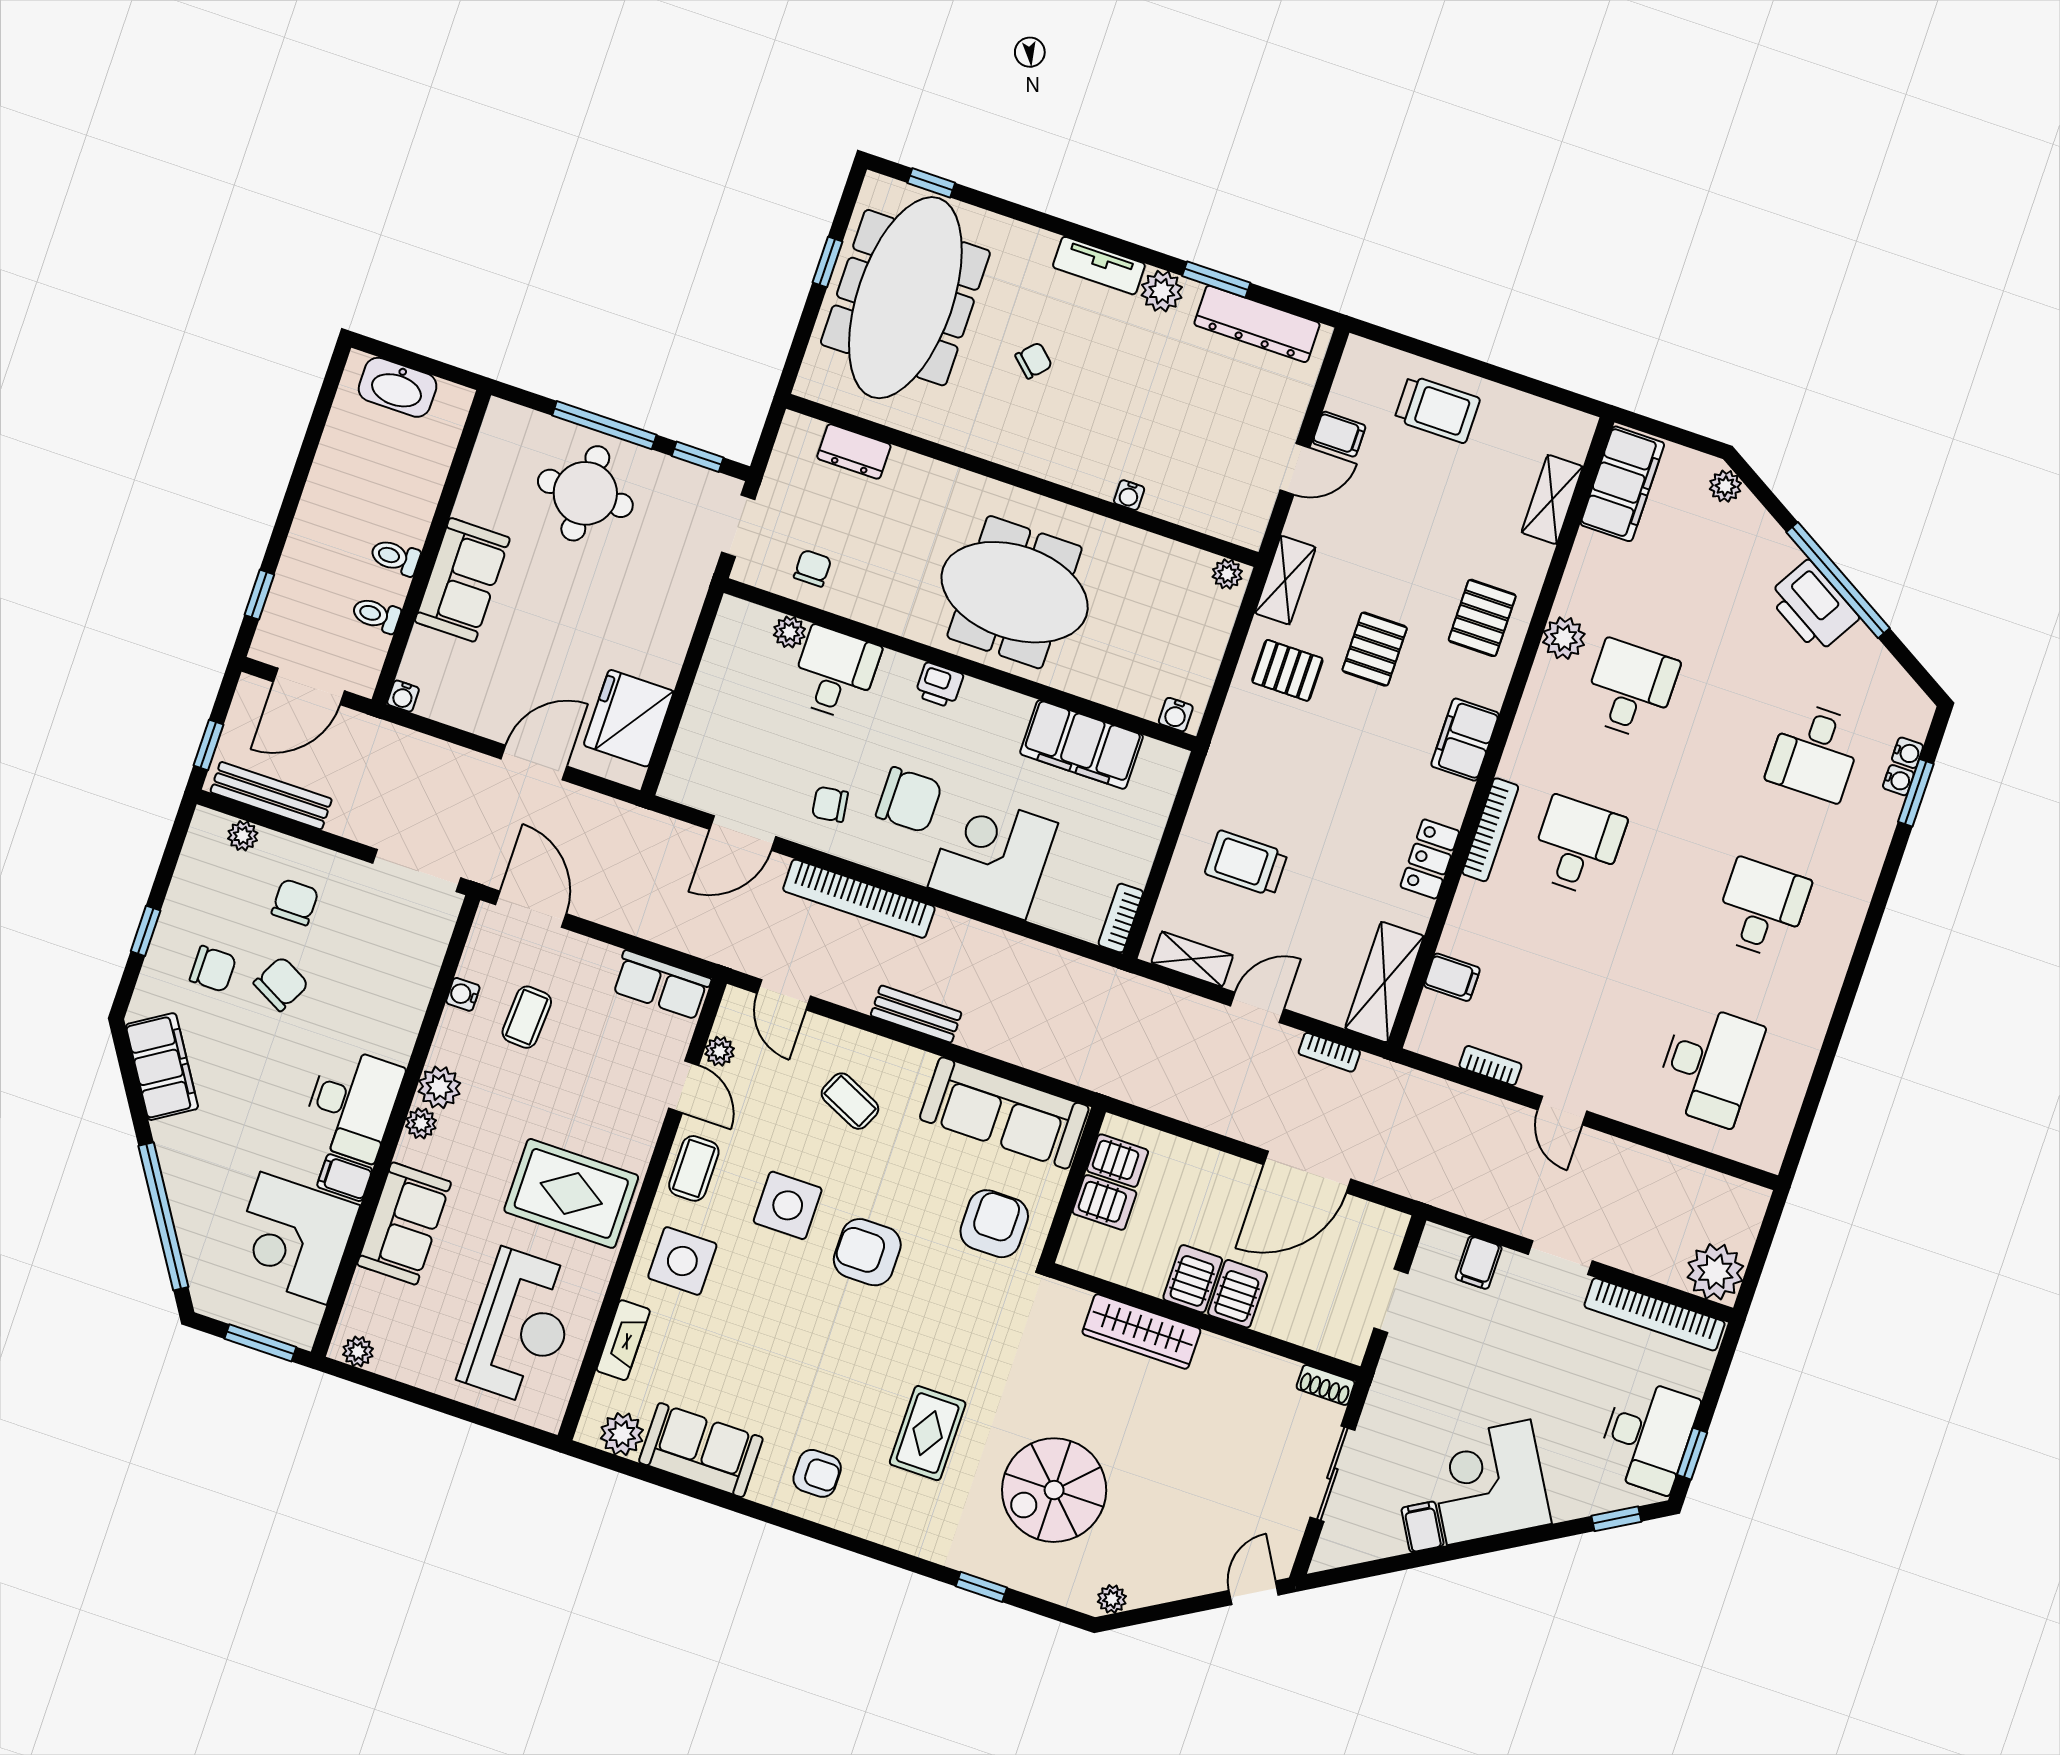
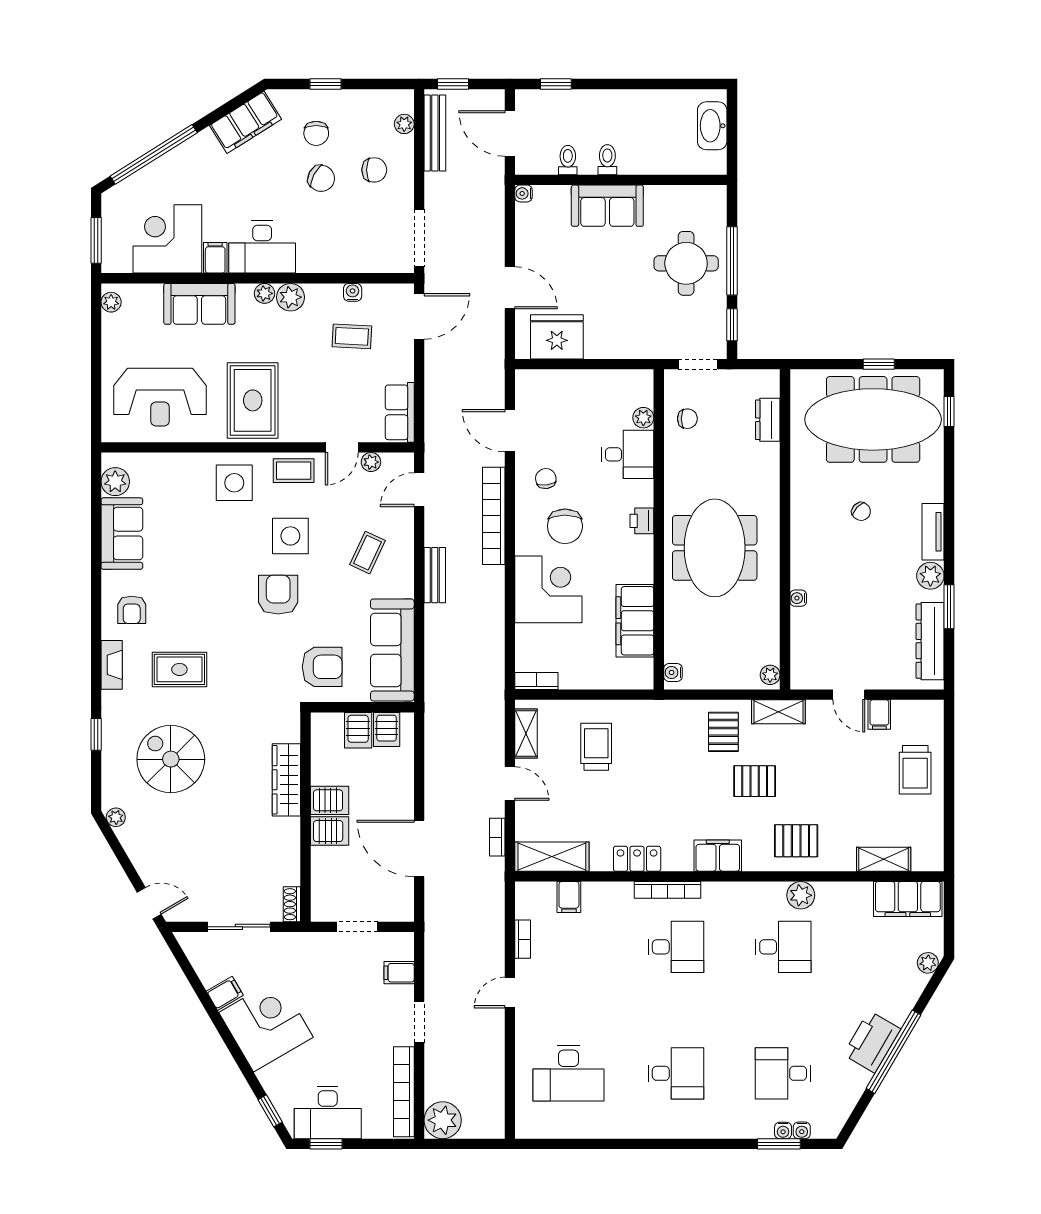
fireplace: (623, 1340) -> (112, 665), moved, turned -90

